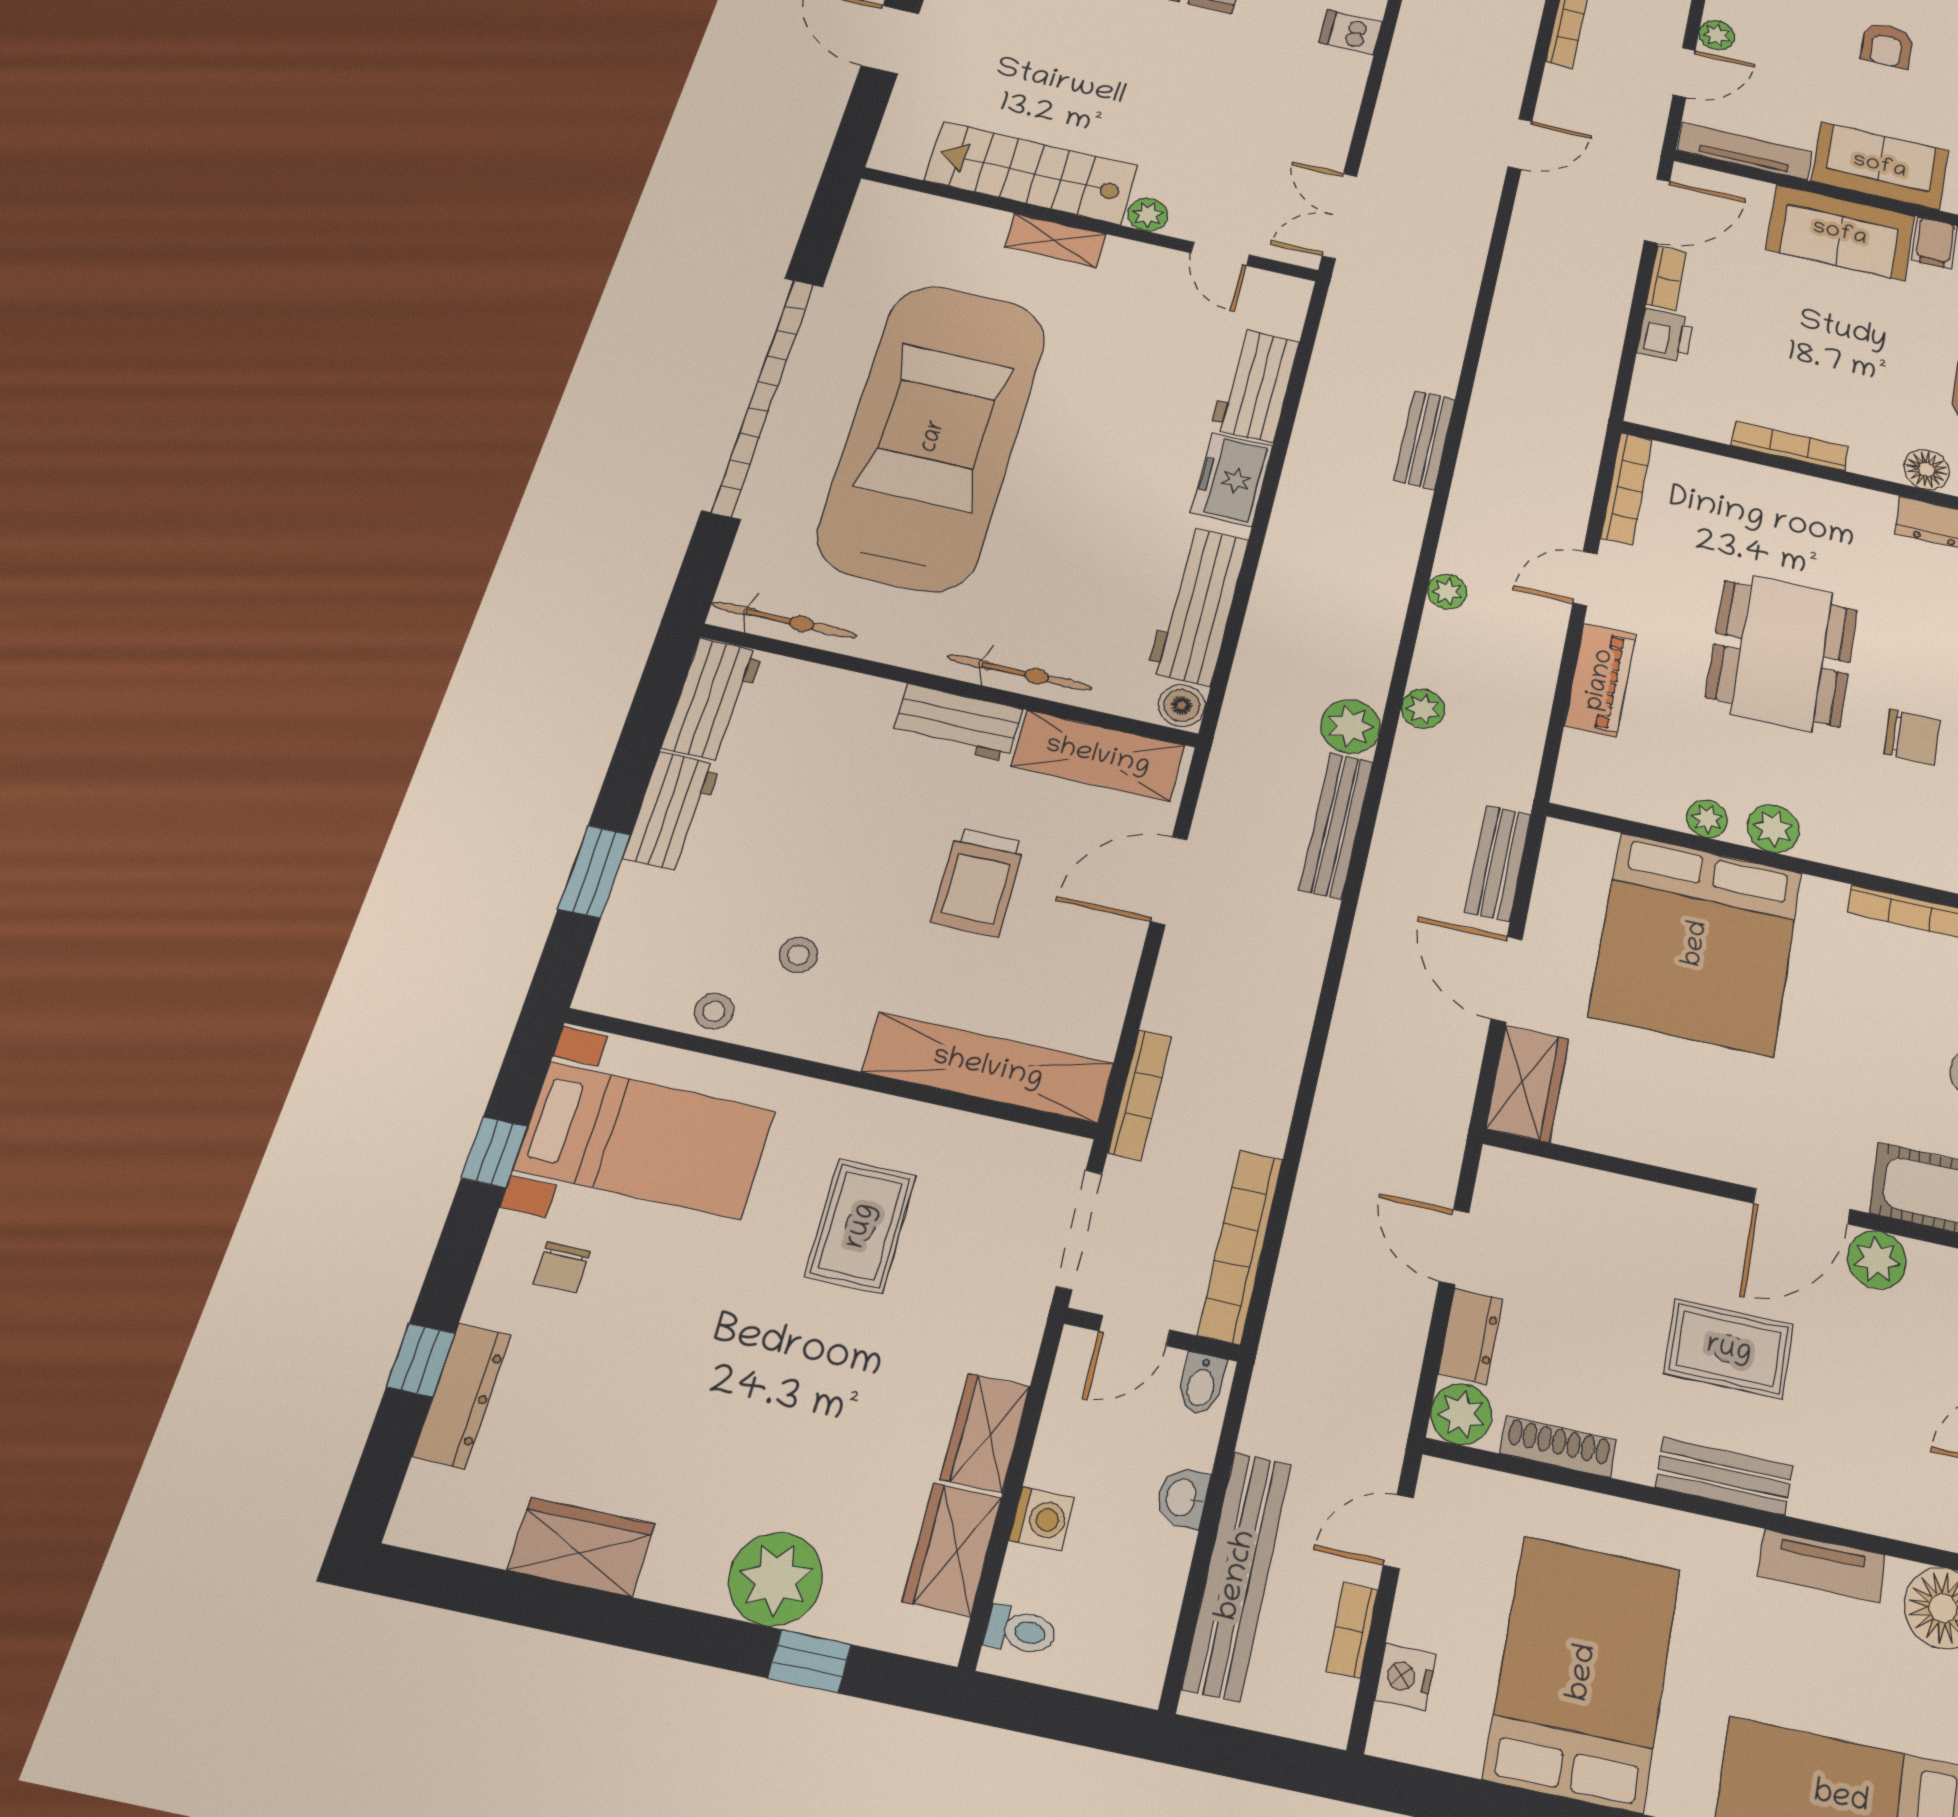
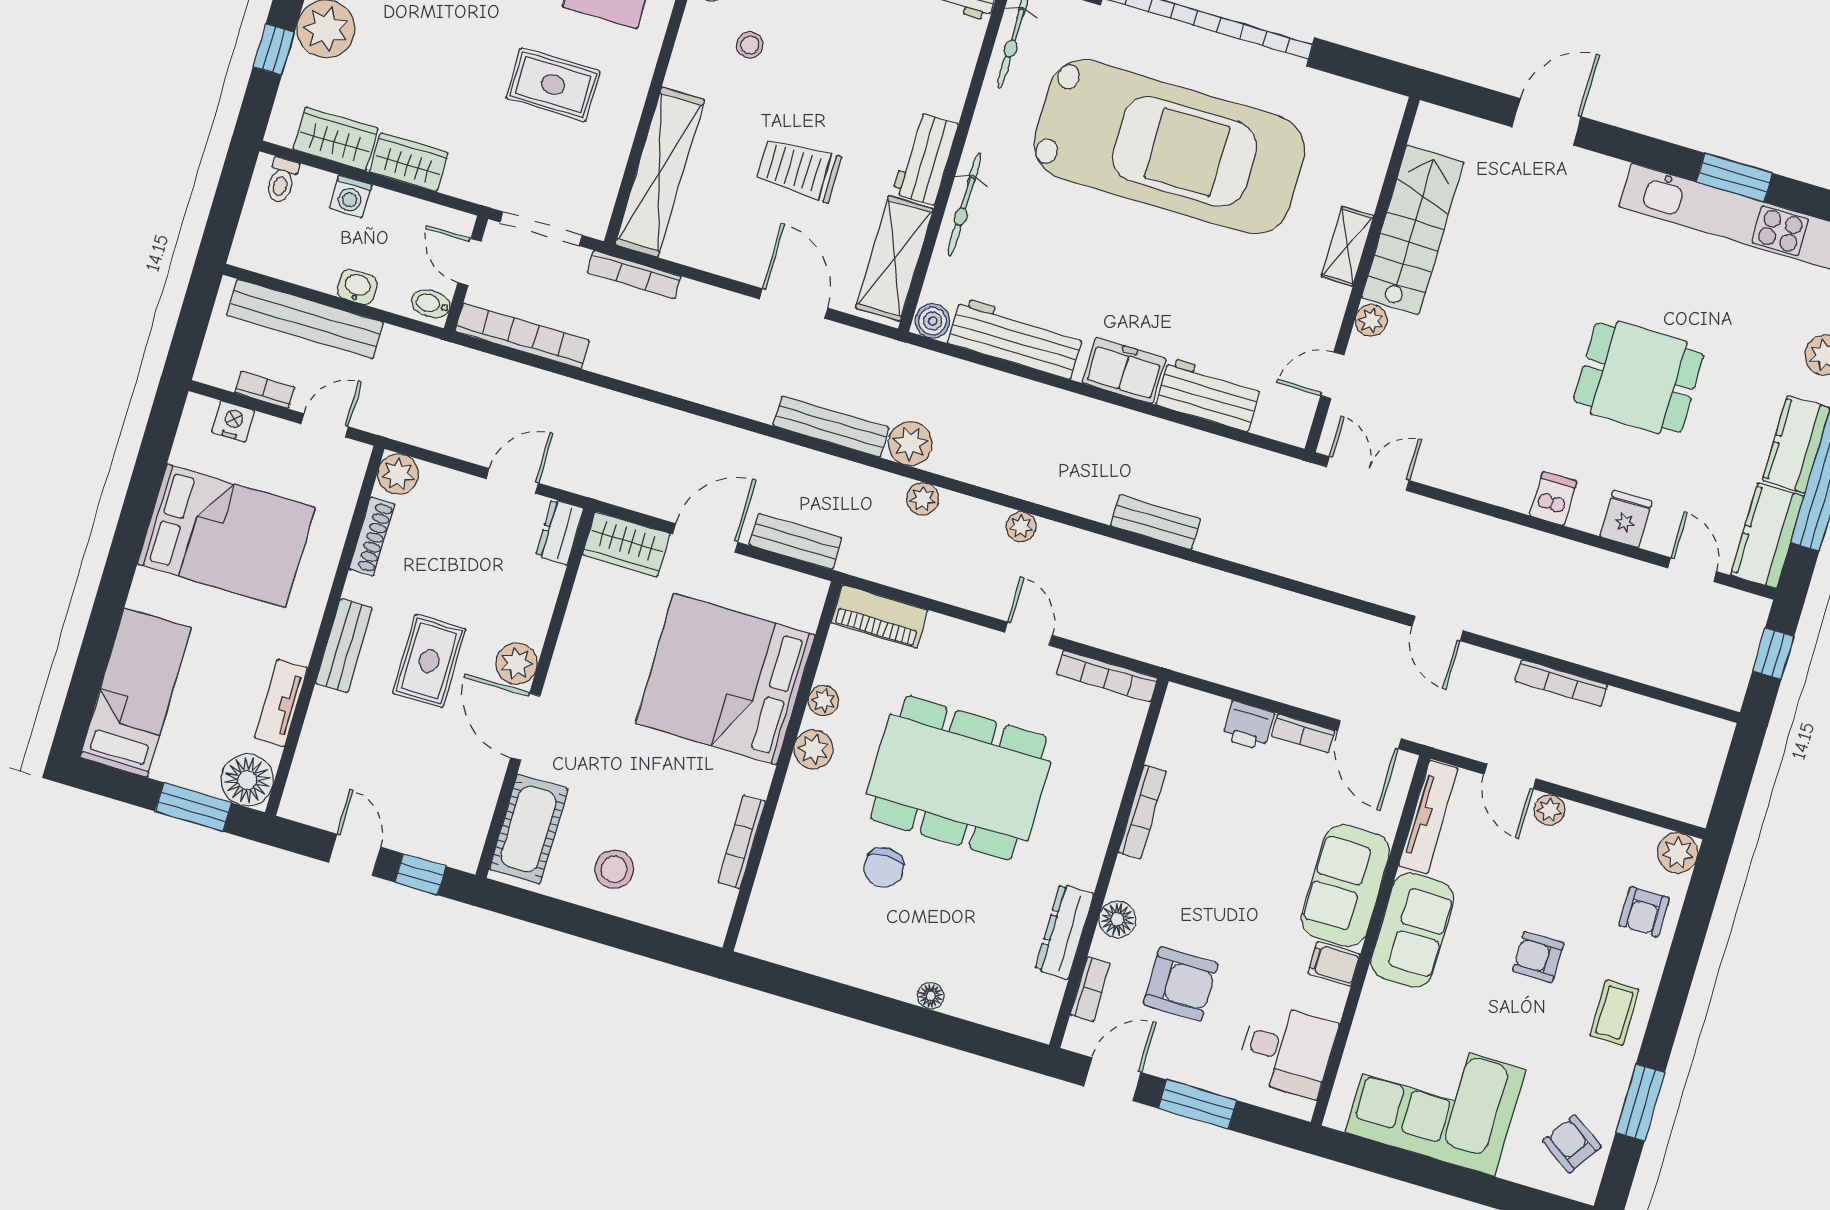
dining table: (1782, 653) -> (959, 778), width x1.36, depth x1.24
piano: (1600, 680) -> (879, 616), moved
plant: (1877, 1260) -> (517, 663), moved
dresser: (1471, 1336) -> (560, 532), moved, turned 90
door: (1398, 1532) -> (325, 425), hinge flipped

